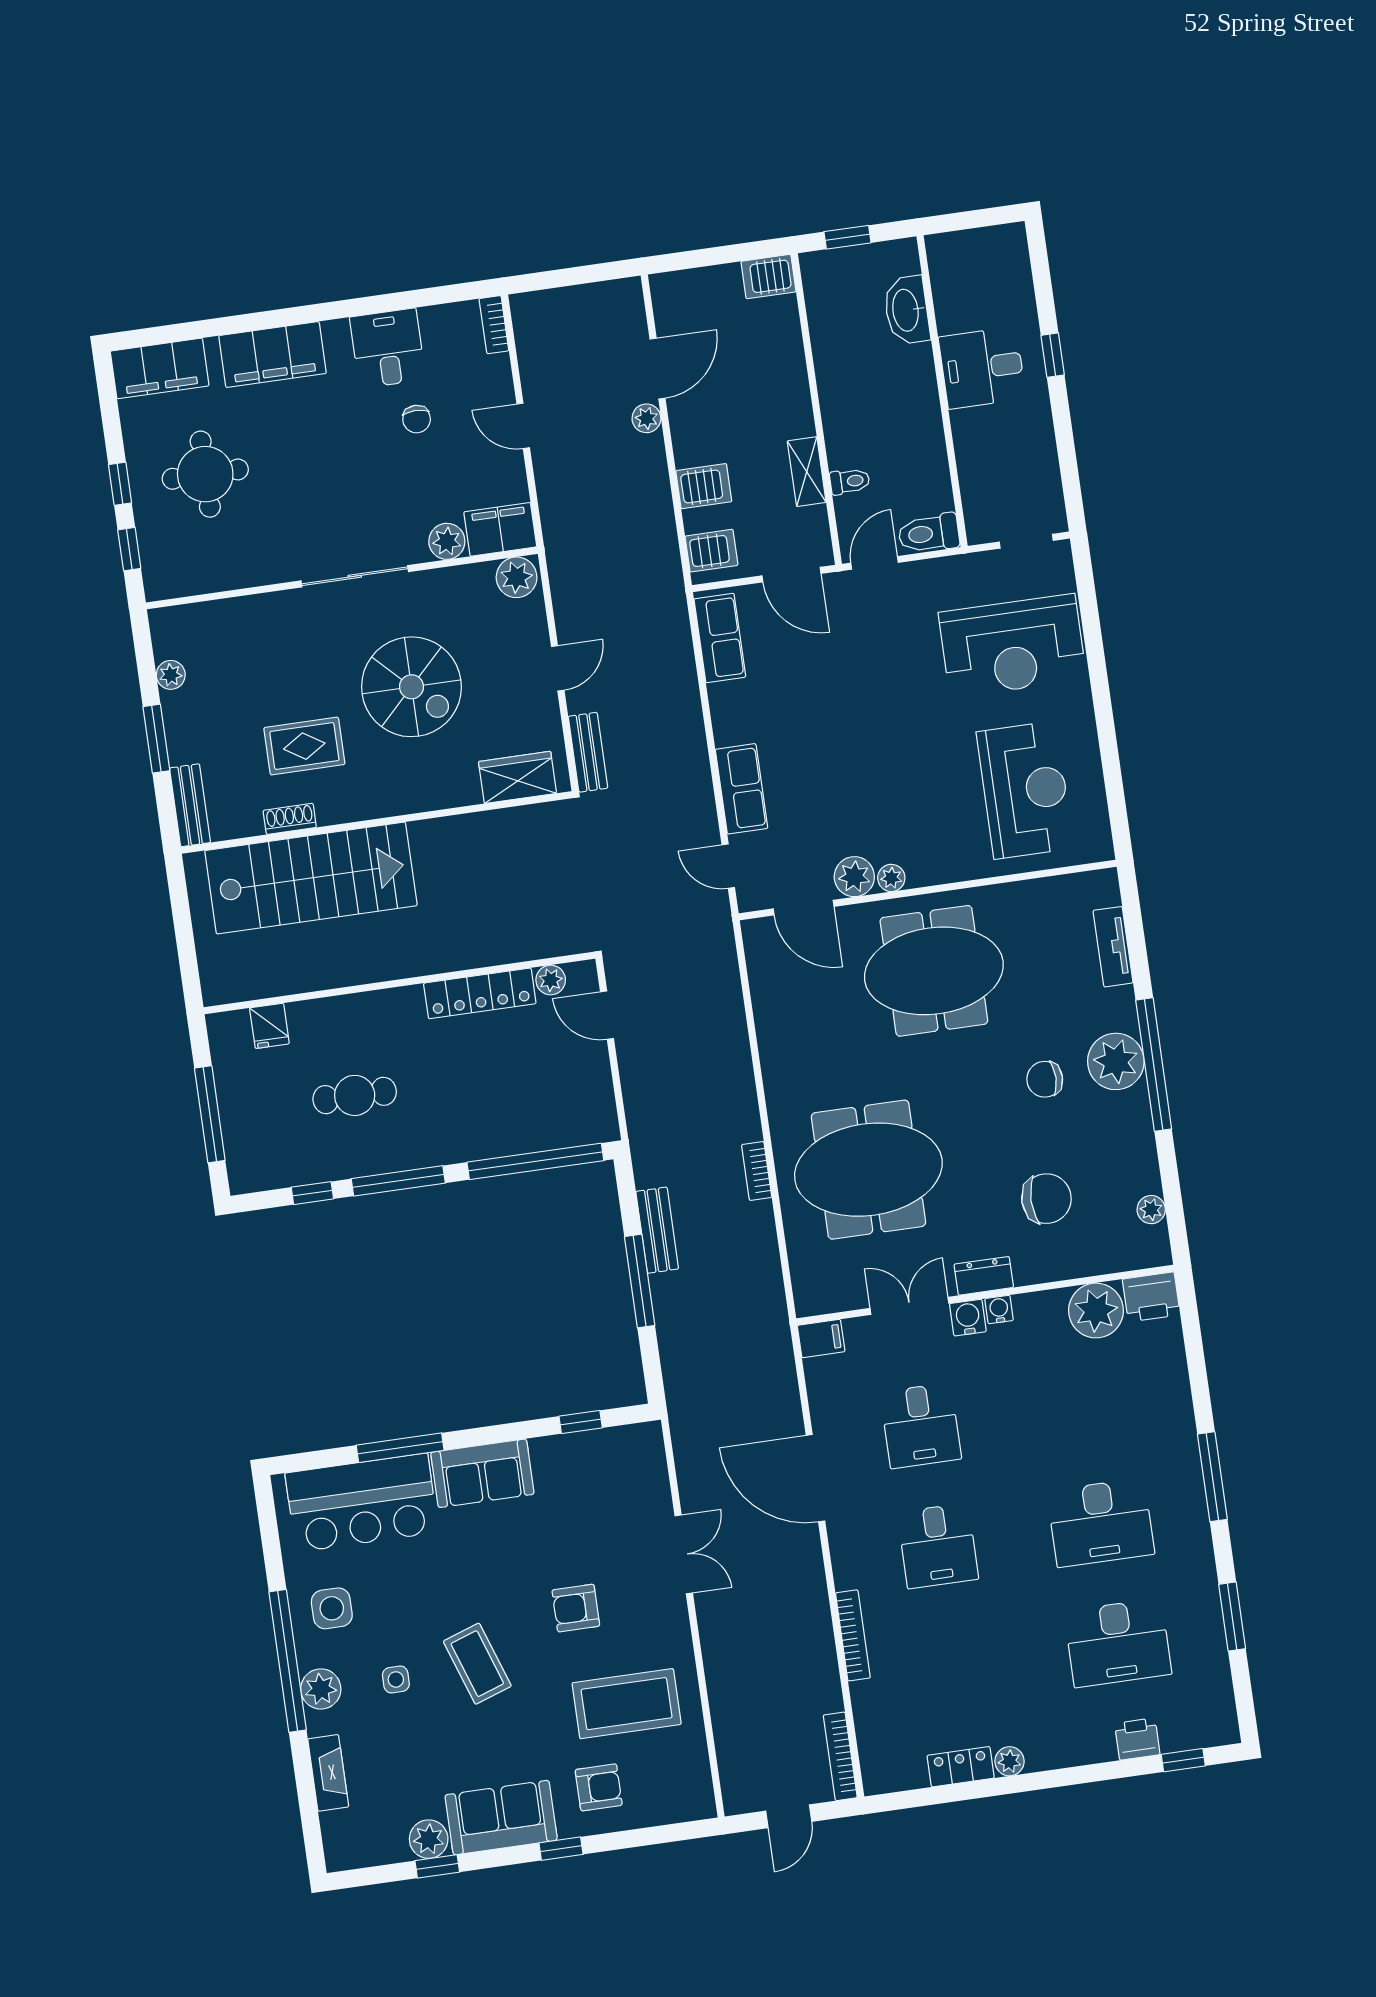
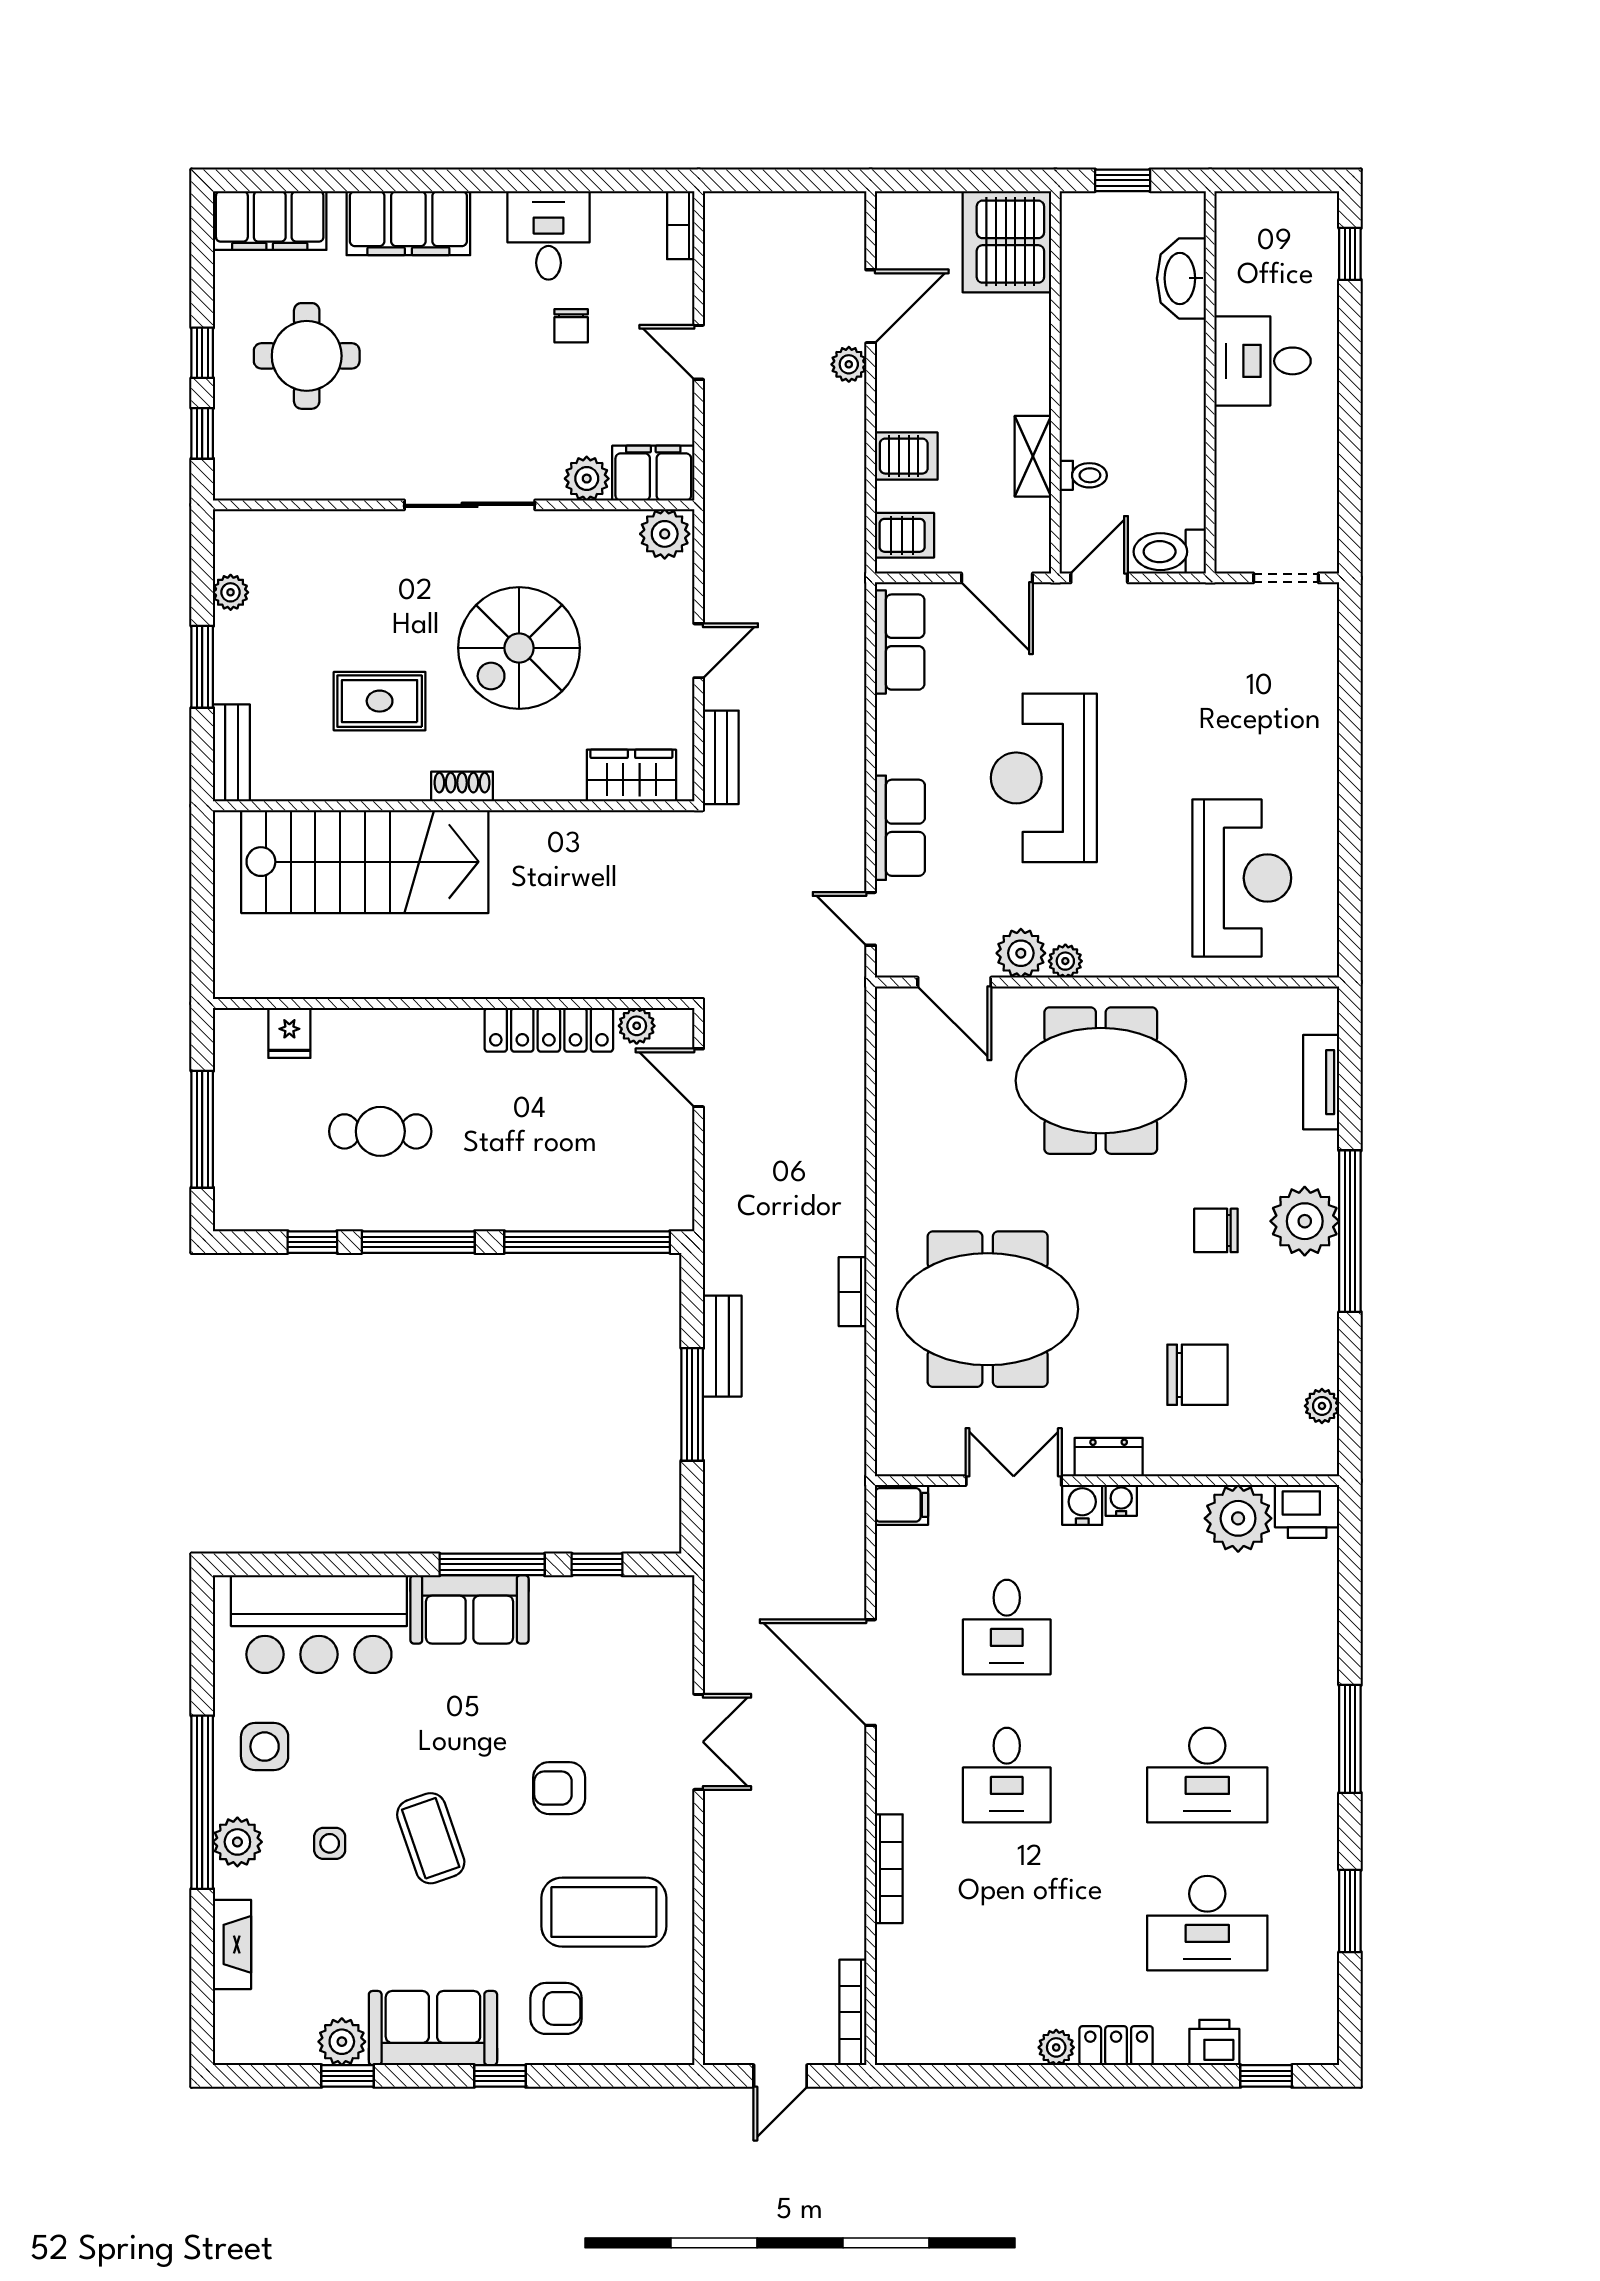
server rack: (768, 277) -> (1007, 242), width x2.18, depth x1.44
window: (1053, 355) -> (1350, 254), moved
reception desk: (1012, 646) -> (1044, 778), moved, turned 90
spiral stairs: (411, 687) -> (519, 648), turned 90
shoe rack: (290, 819) -> (462, 786), moved
window: (400, 1448) -> (492, 1564), moved
locker: (961, 1767) -> (1116, 2046), moved

